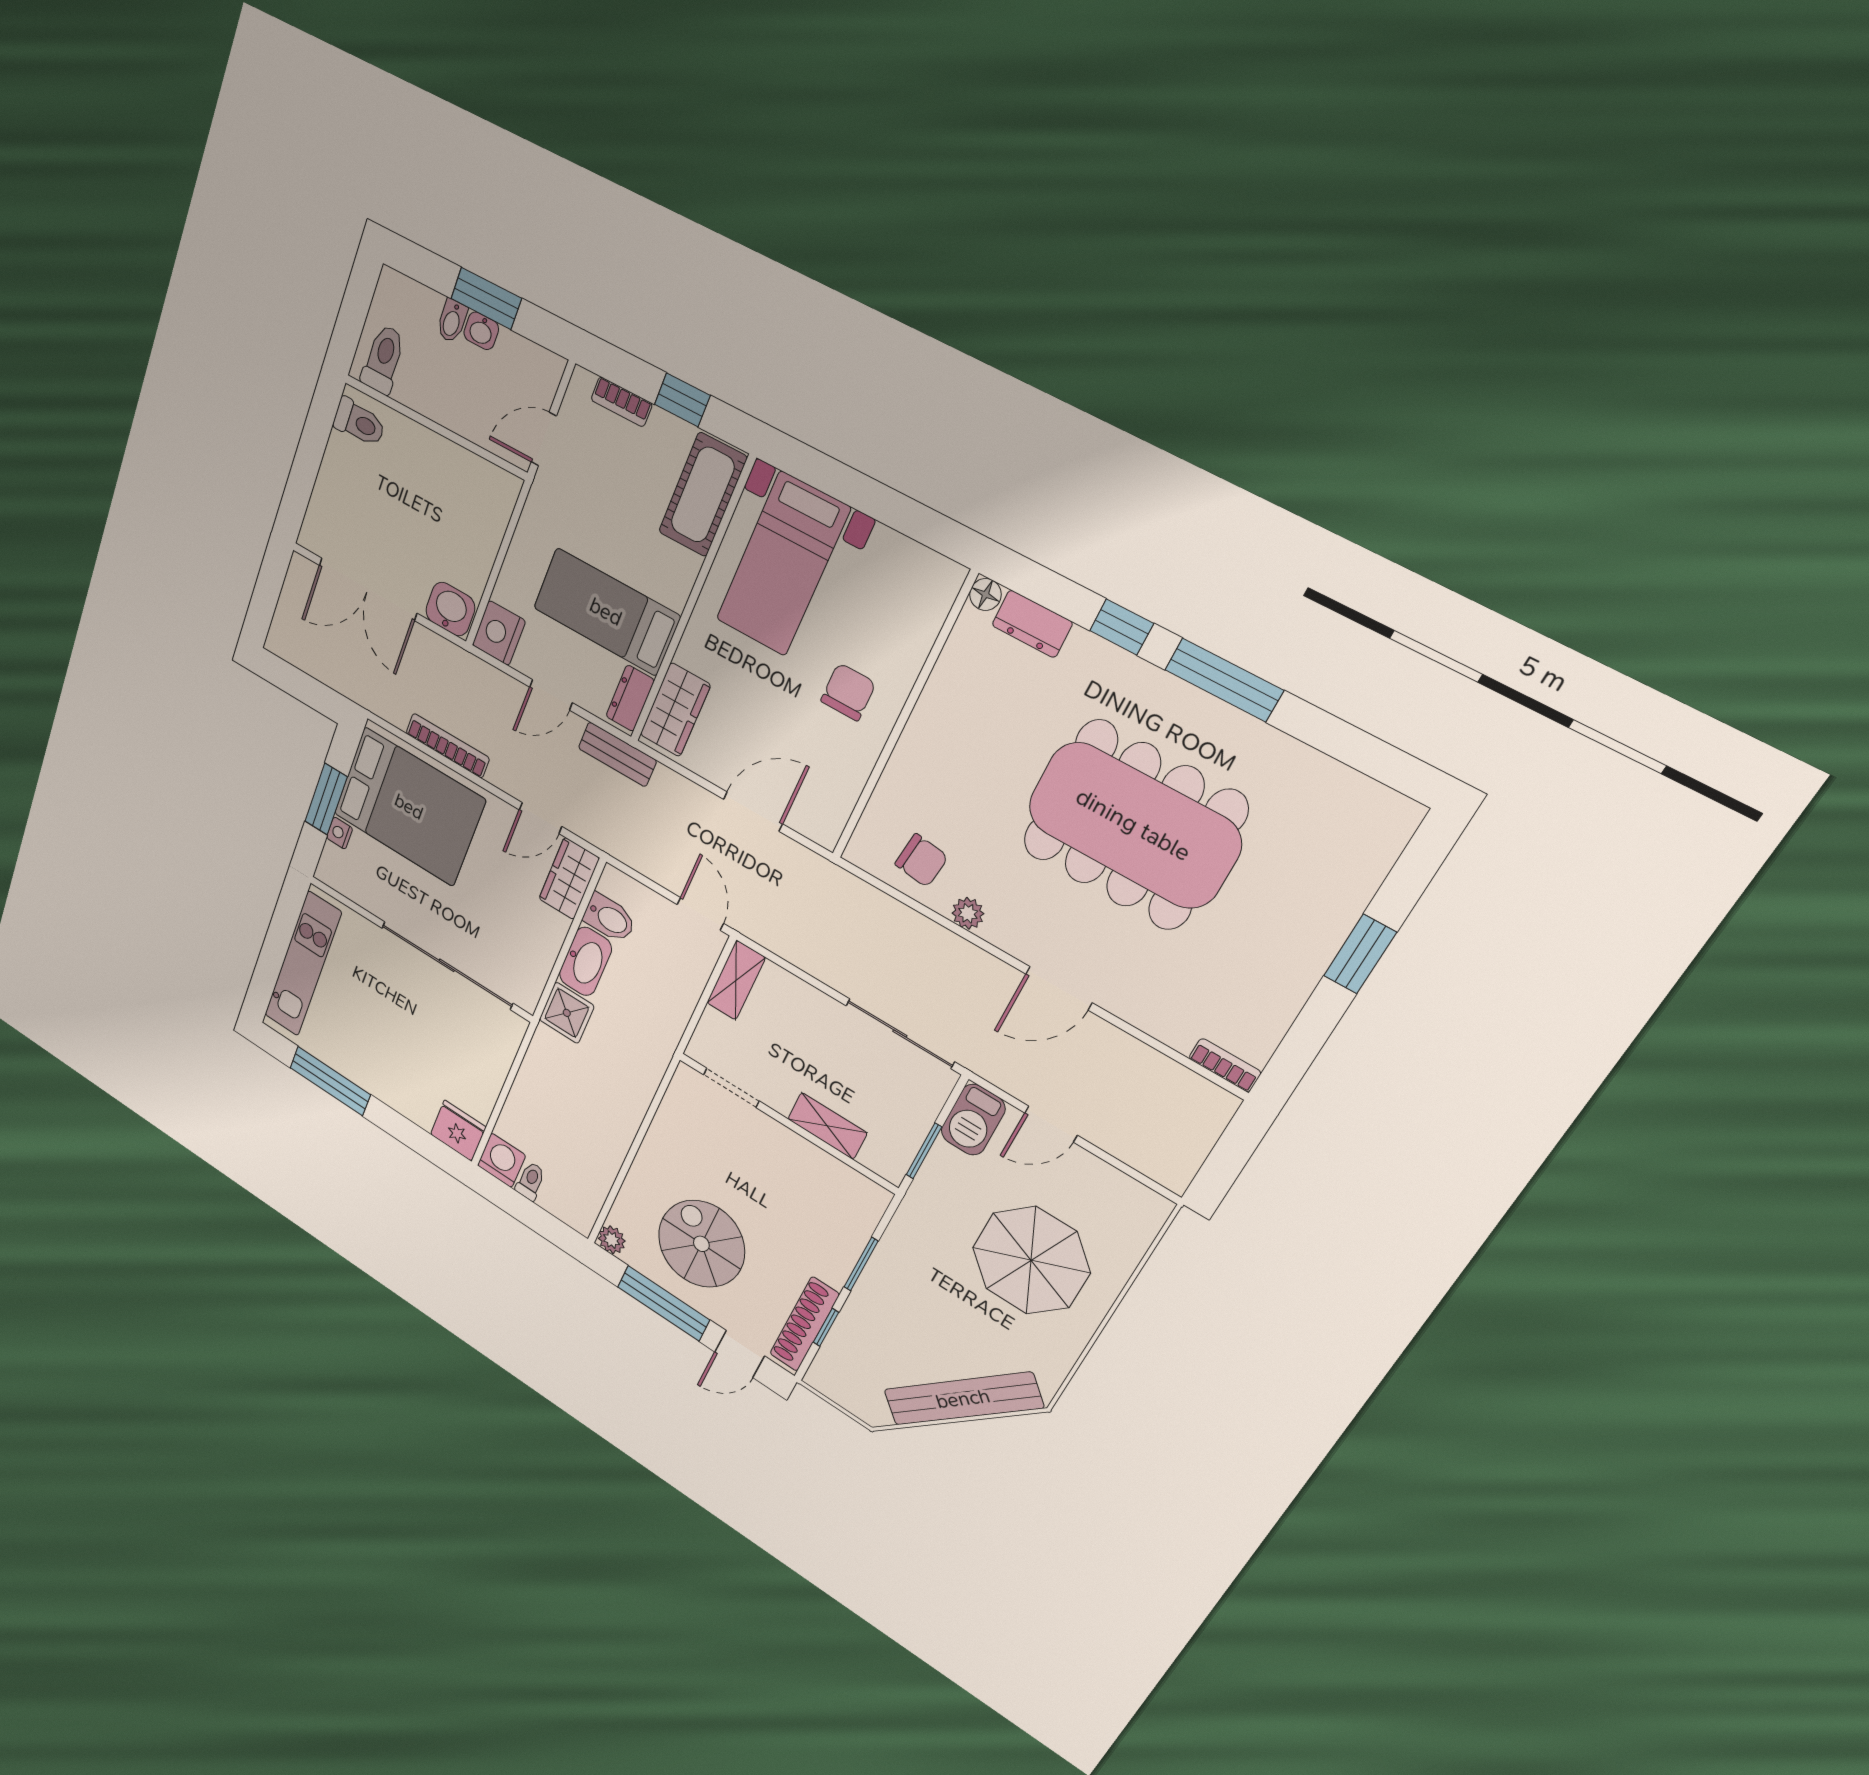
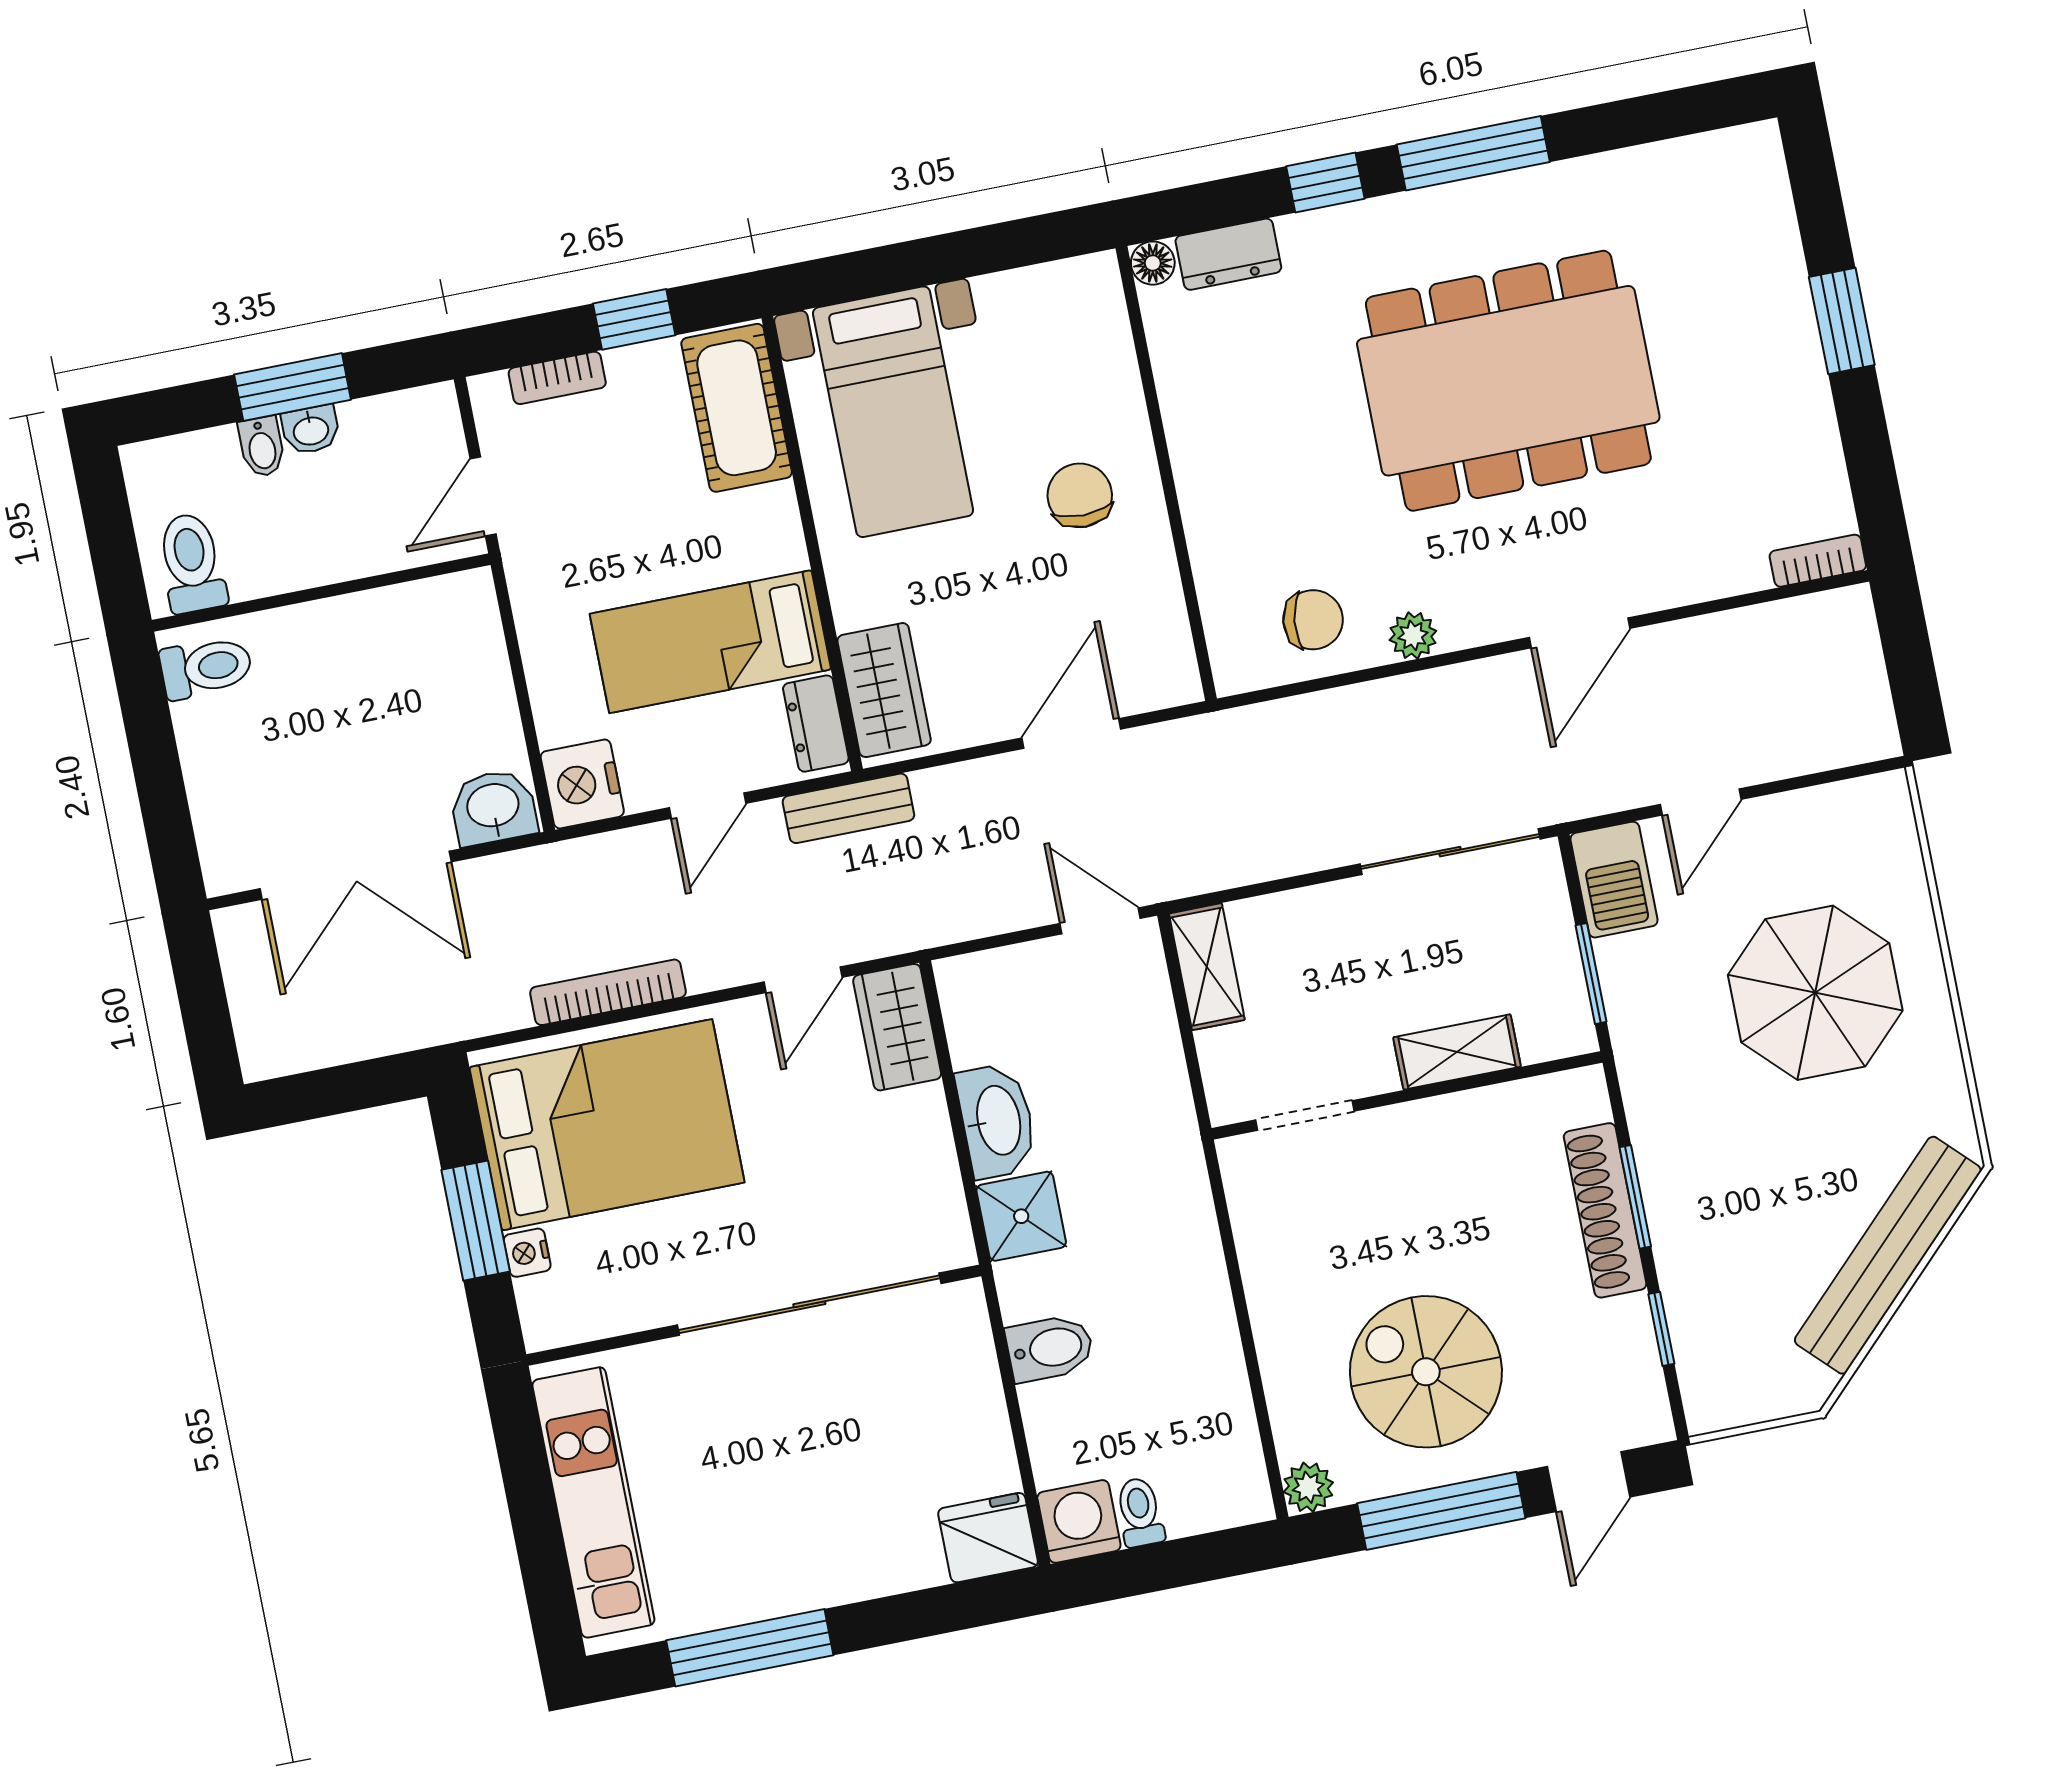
bidet: (609, 918) -> (1050, 1348), moved
shoe rack: (804, 1324) -> (1605, 1210), moved

